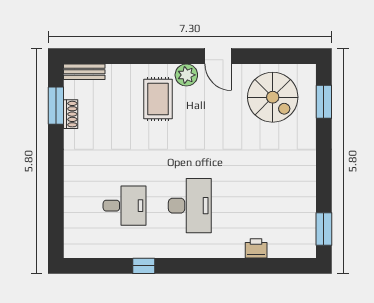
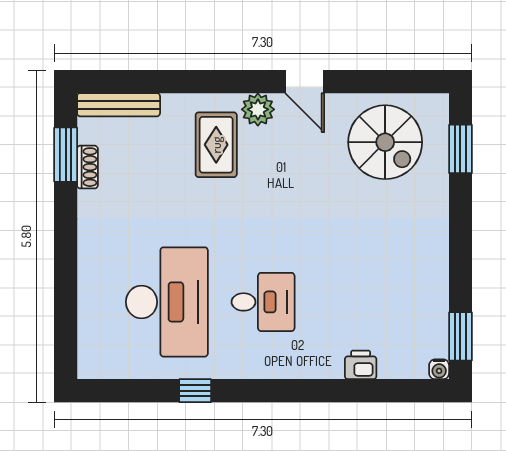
bench: (84, 72) -> (119, 105), width x1.36
desk: (125, 206) -> (167, 302), width x1.87, depth x1.30
desk: (190, 206) -> (263, 302), width x0.73
water cooler: (309, 251) -> (439, 369), added

